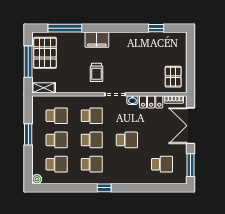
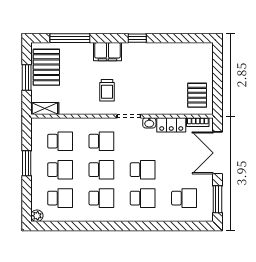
window: (156, 28) -> (137, 38), moved
window: (28, 62) -> (27, 77), width x0.69
school desk: (127, 164) -> (143, 198), added
window: (104, 188) -> (116, 226), removed

